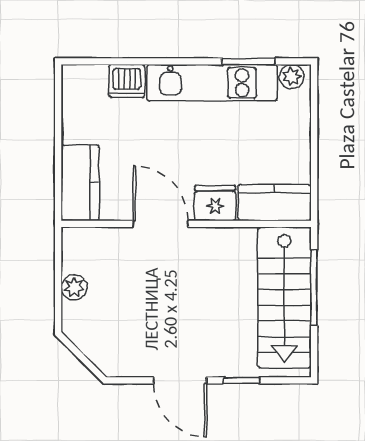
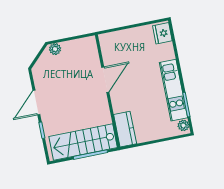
dishwasher: (127, 81) -> (167, 52), removed
kitchen counter: (80, 183) -> (117, 40), removed
fridge: (215, 203) -> (162, 33), moved, turned 180
plant: (74, 287) -> (55, 49), moved

